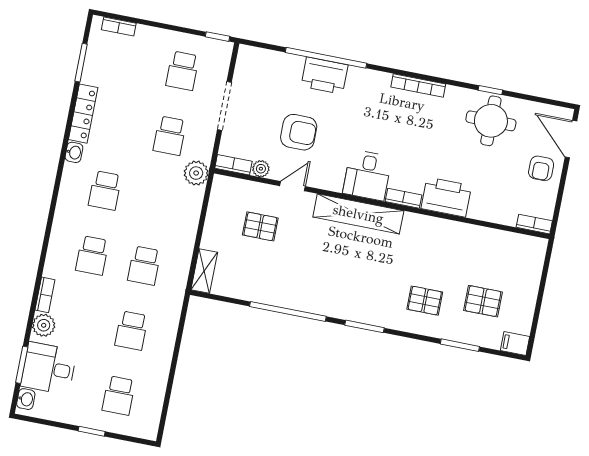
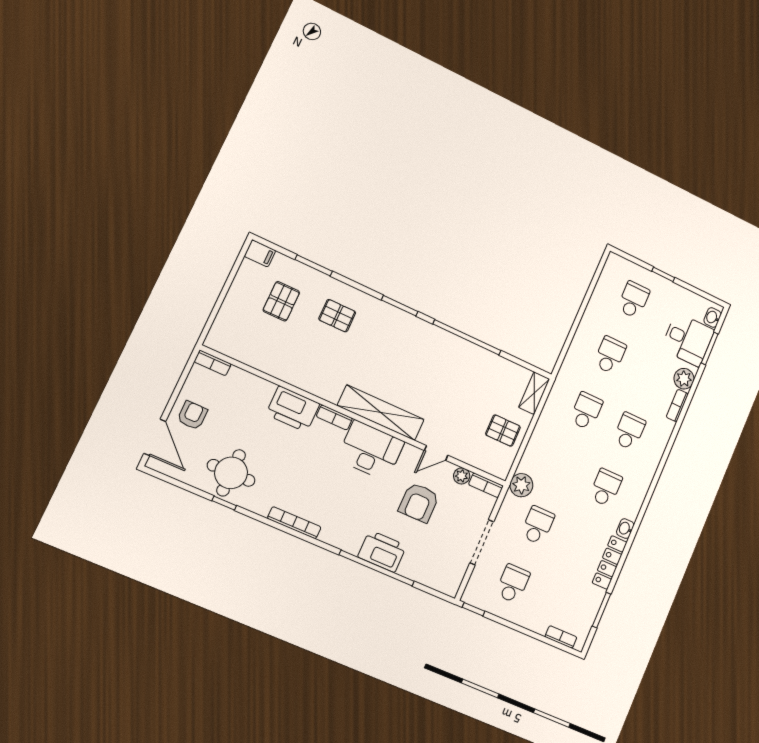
armchair: (299, 132) -> (419, 503), turned -90
desk: (367, 175) -> (371, 450), width x1.37
pallet: (260, 226) -> (503, 431), moved
pallet: (483, 301) -> (281, 301), turned 90

